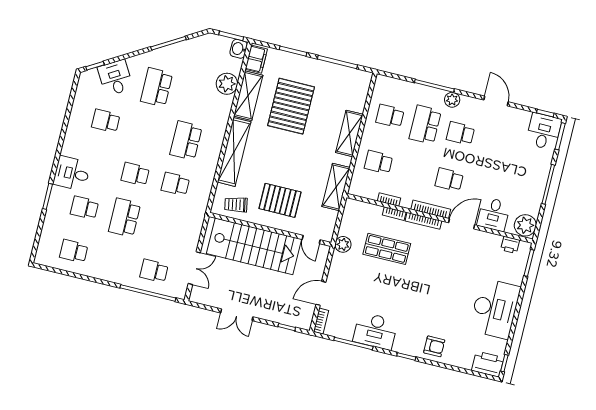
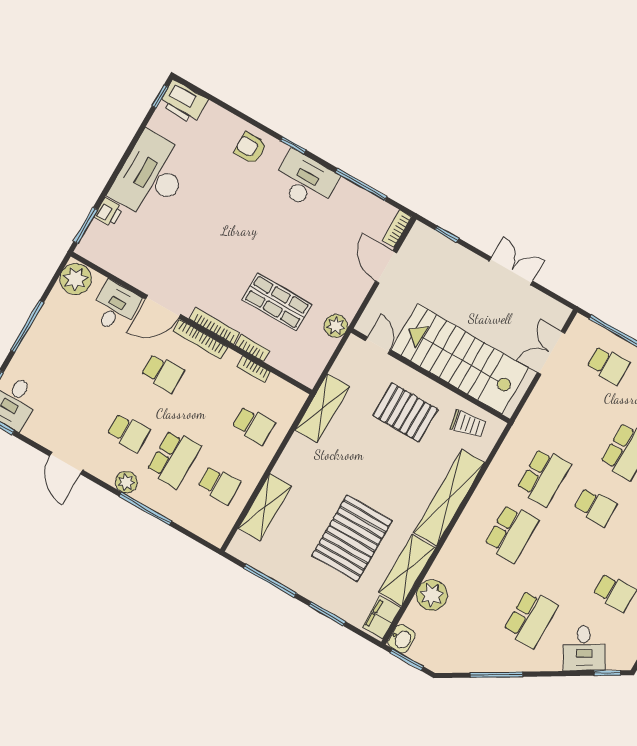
shelving: (349, 133) -> (265, 507), moved
school desk: (175, 184) -> (544, 477), width x1.85
printer: (510, 245) -> (108, 212), moved, turned 90
door: (321, 293) -> (386, 267), swing flipped
desk: (375, 331) -> (305, 181), moved

